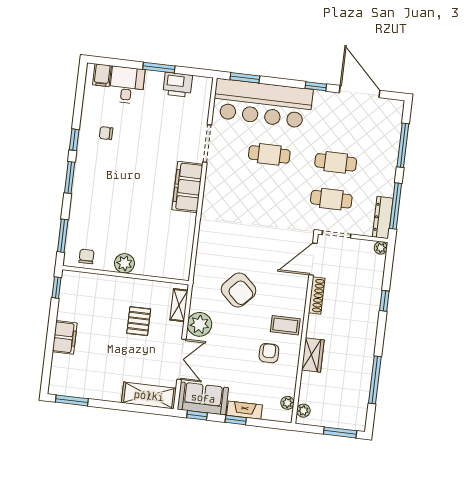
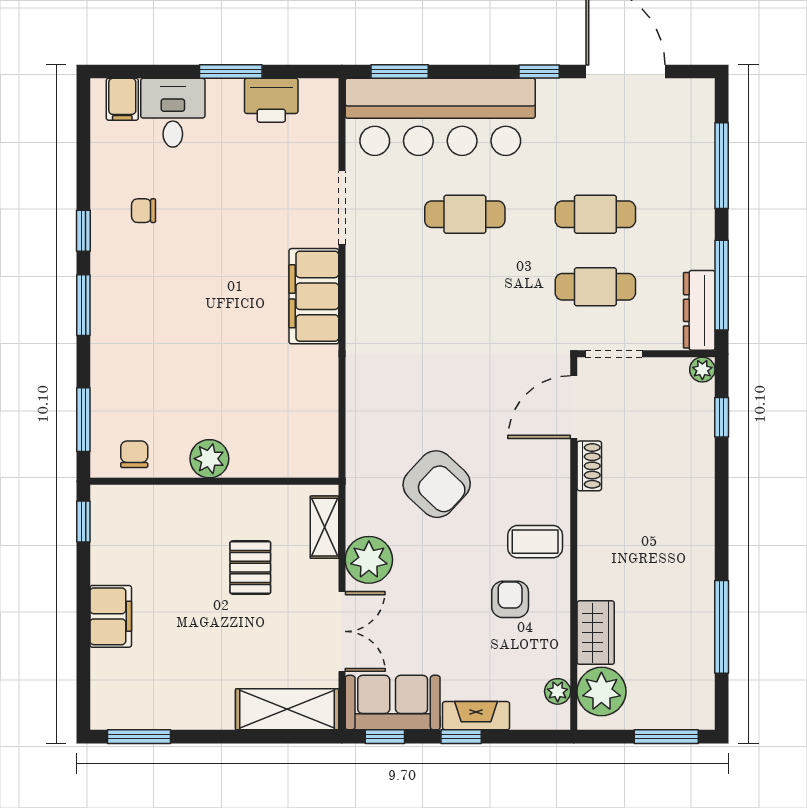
shoe rack: (317, 295) -> (589, 466), width x0.70
window: (384, 301) -> (722, 417), moved
wardrobe: (313, 355) -> (596, 633), moved
plant: (303, 411) -> (601, 692), width x1.88, depth x1.88

